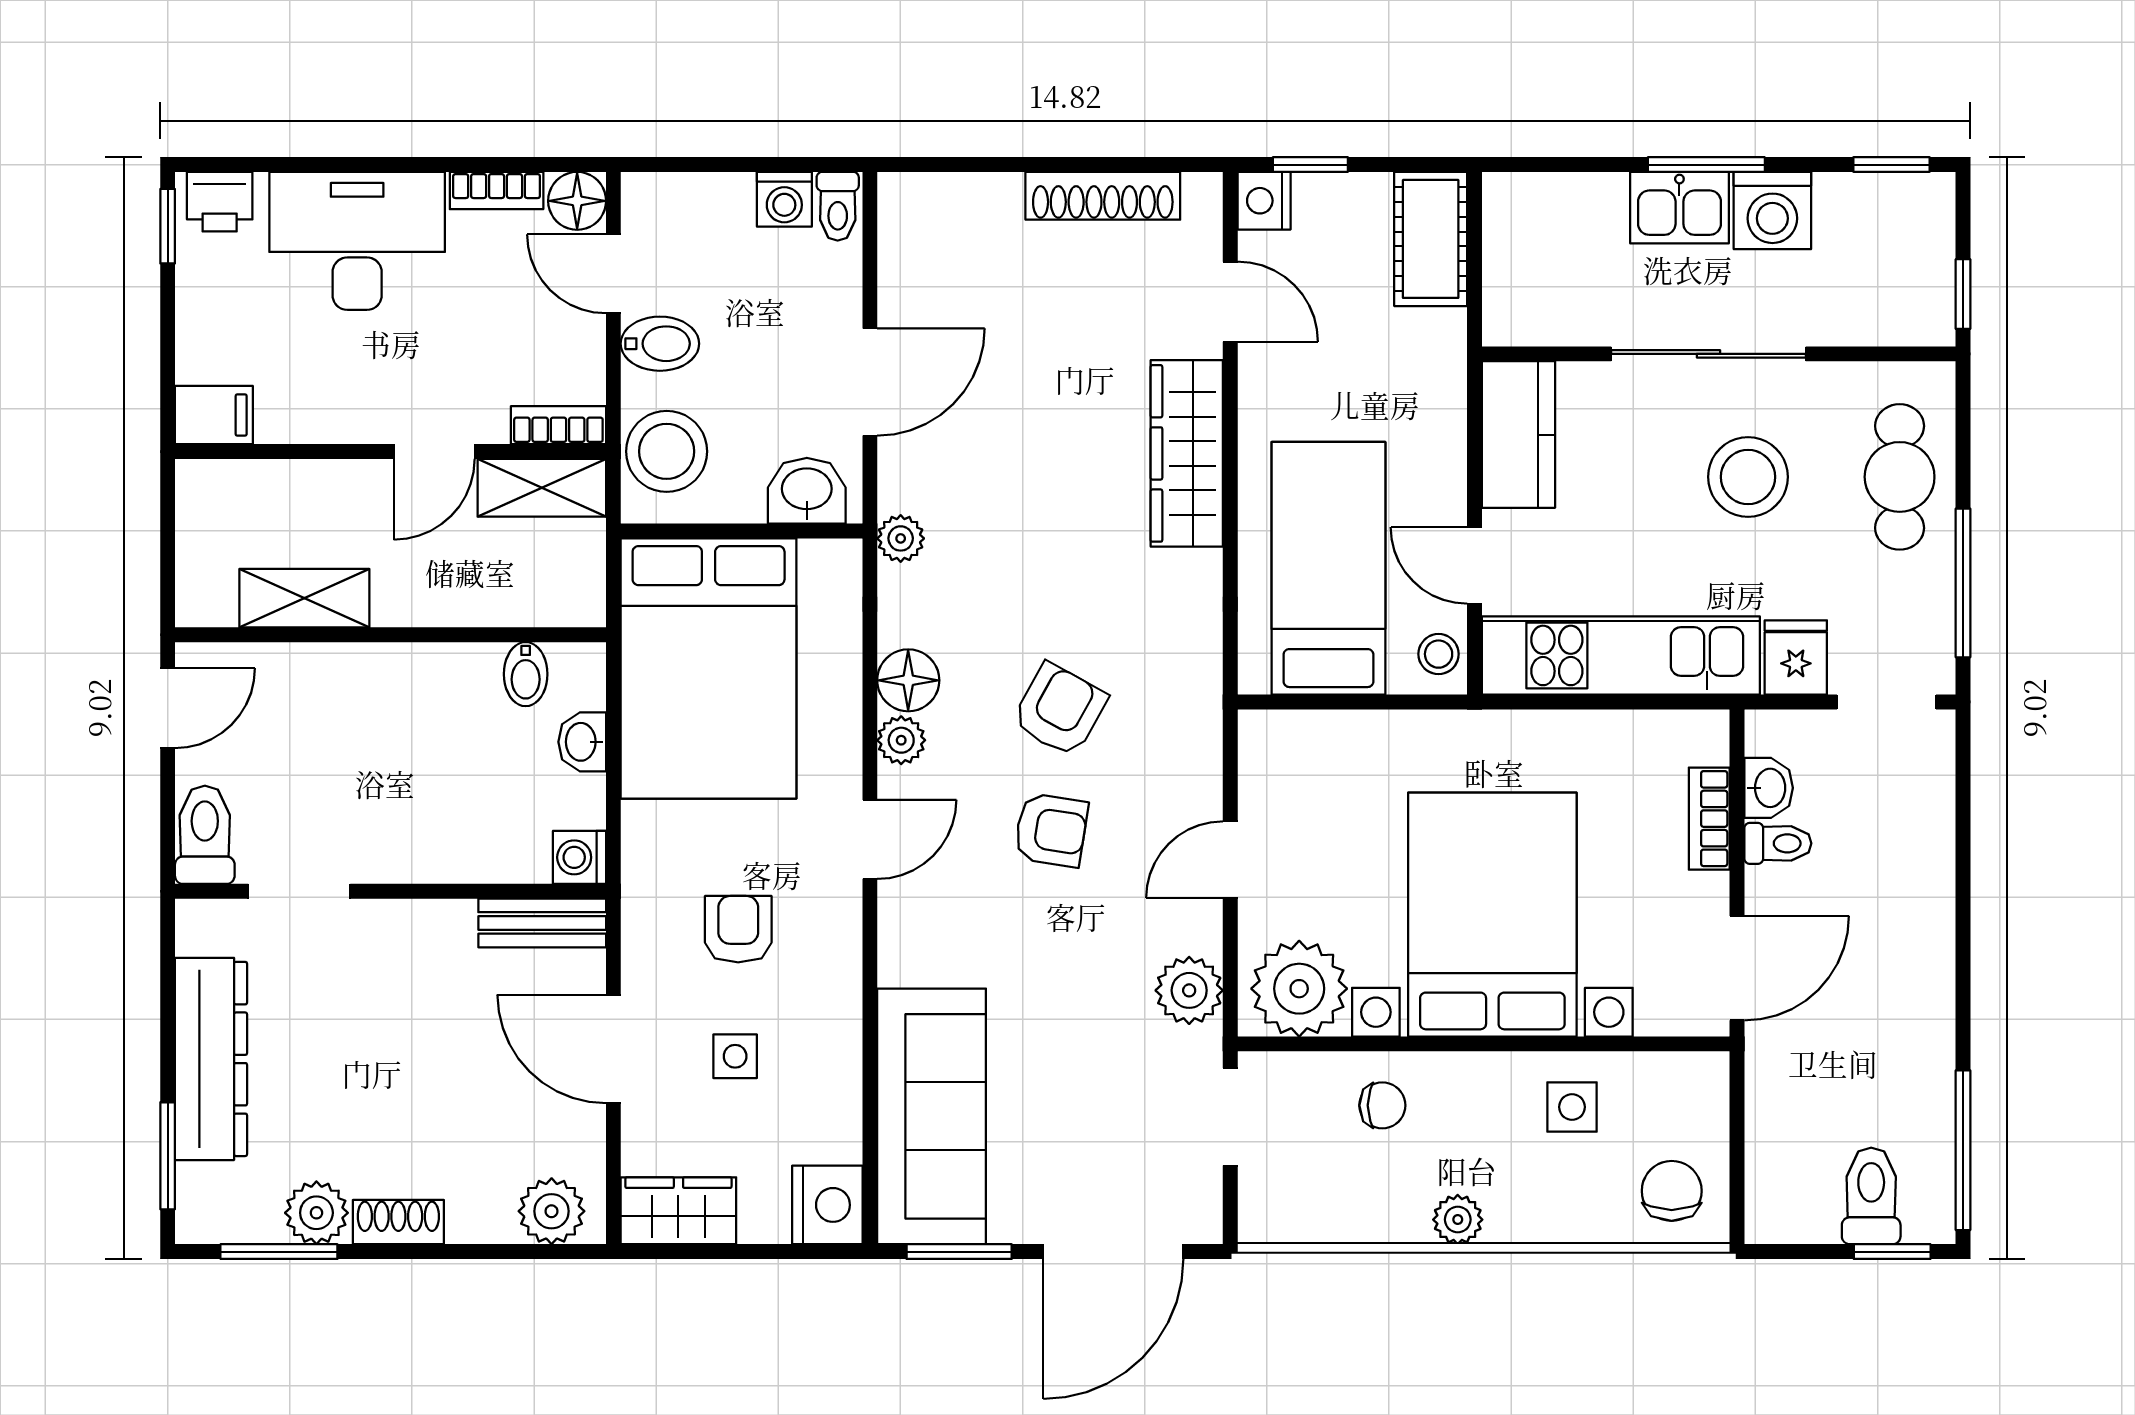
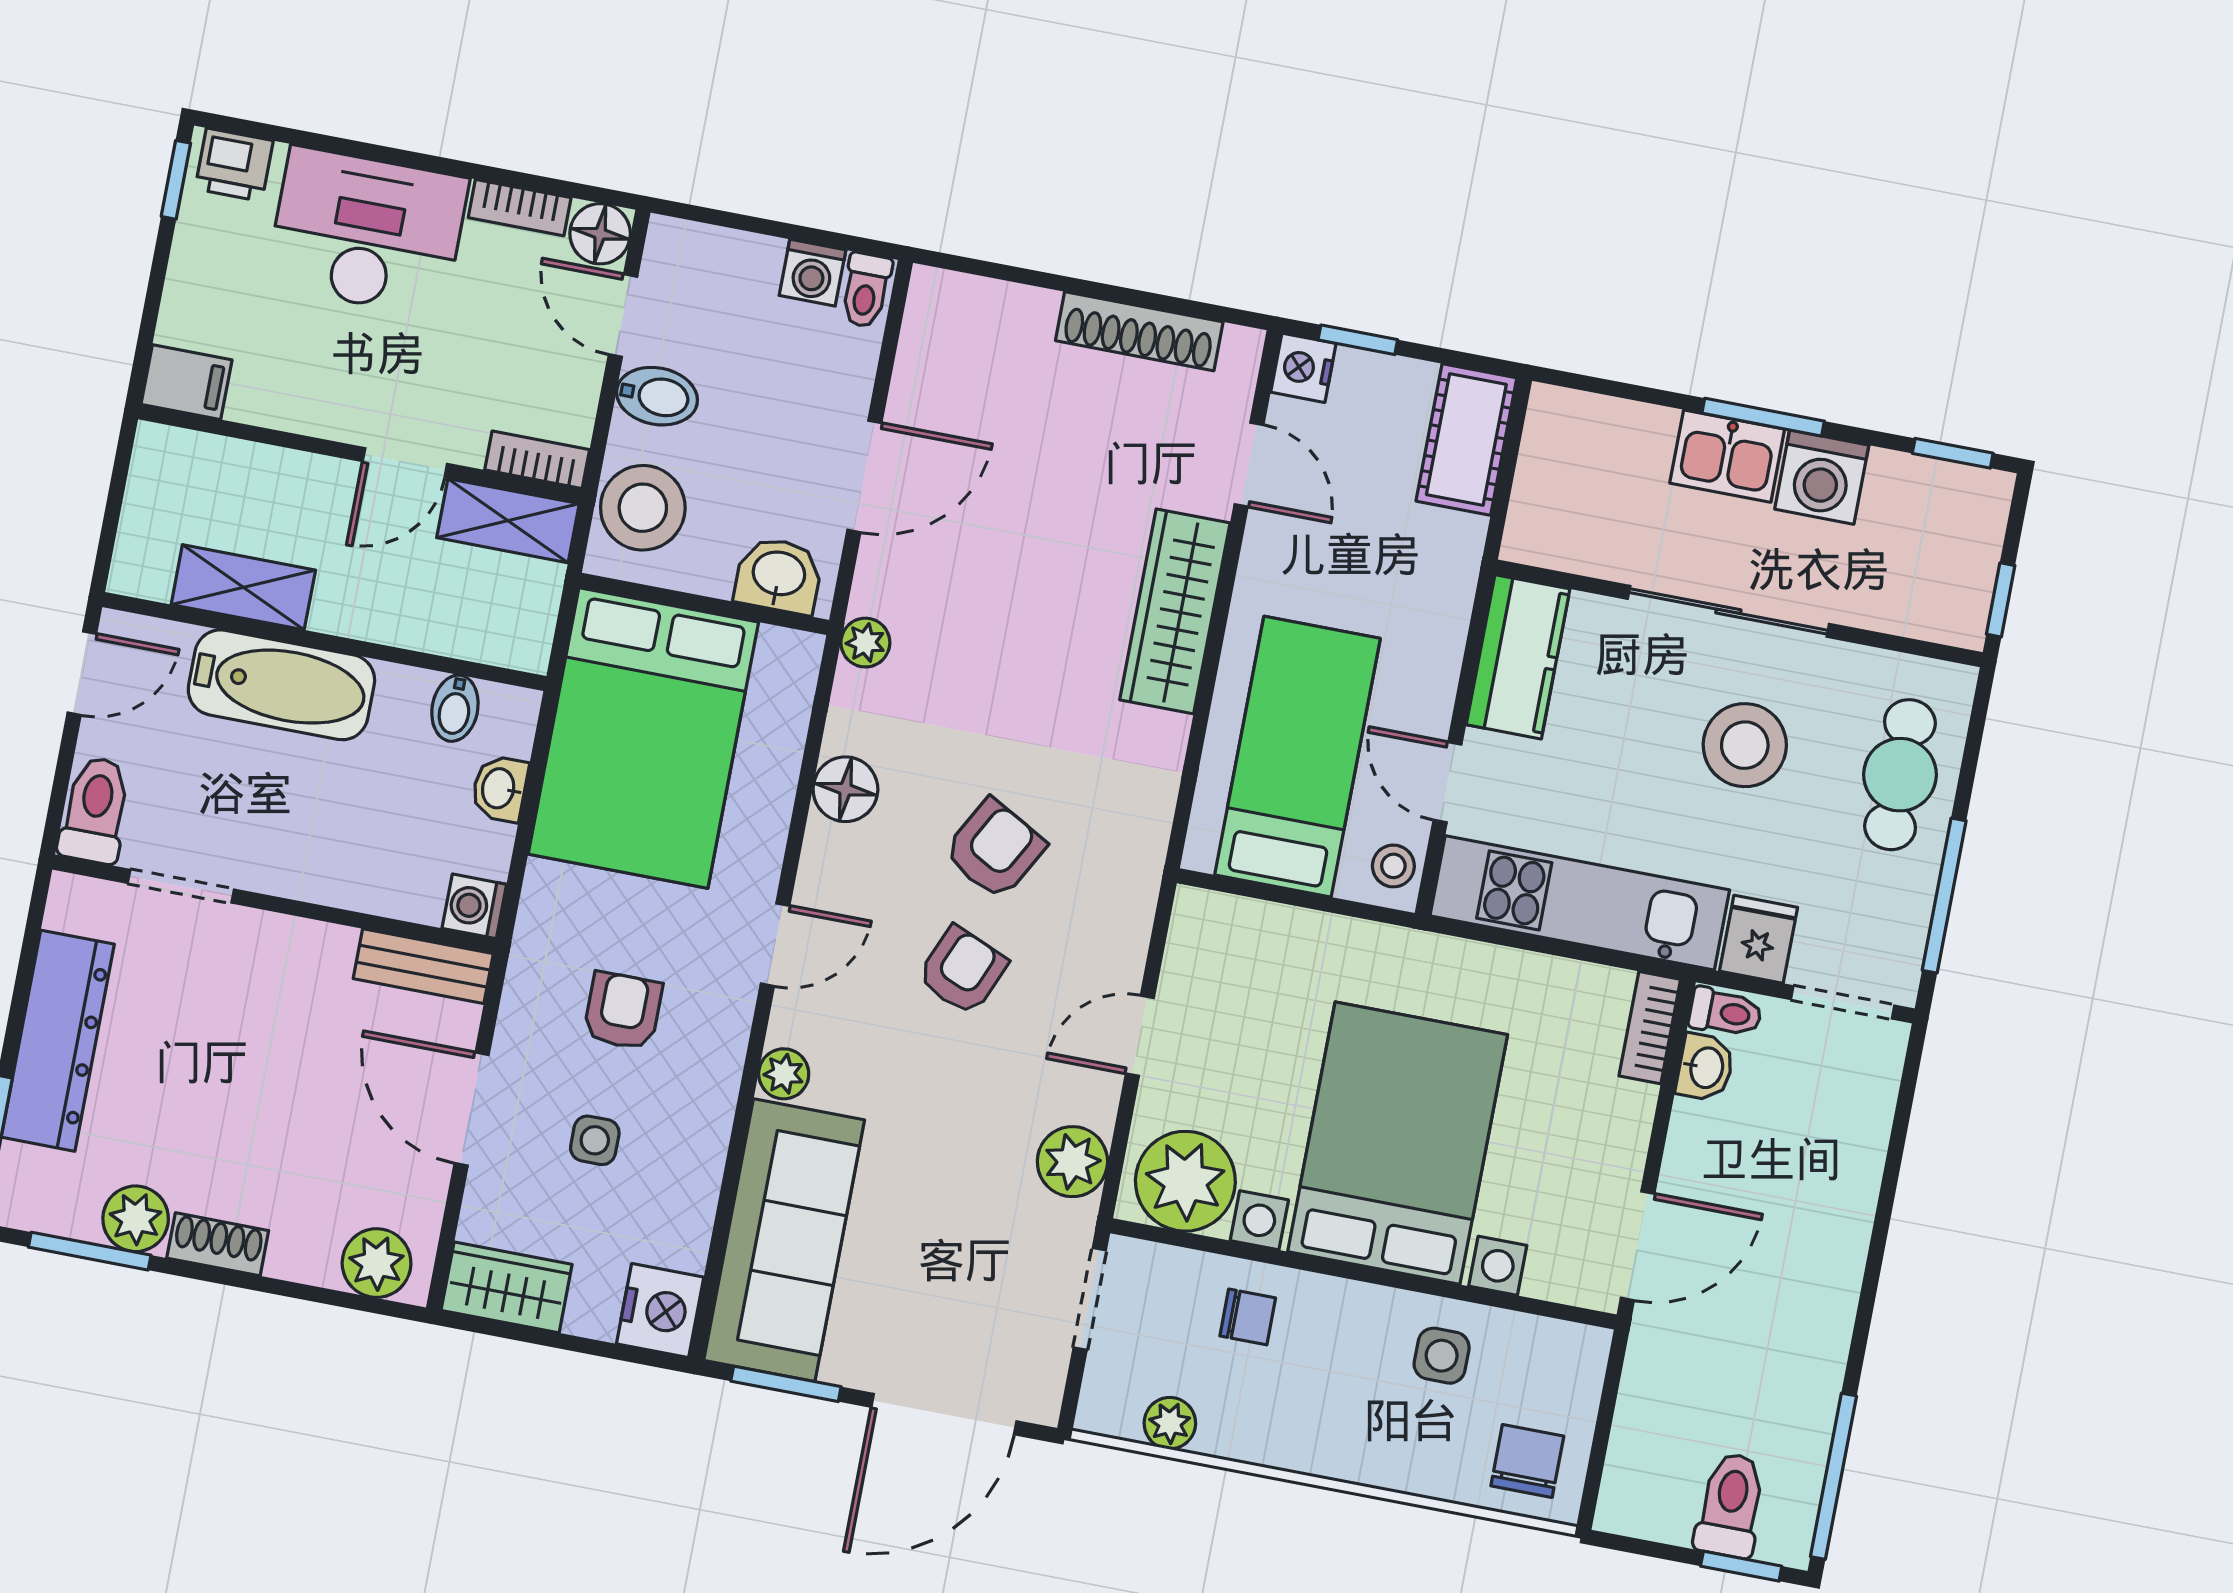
bathtub: (358, 683) -> (281, 685), added
plant: (901, 740) -> (784, 1074), moved
bookcase: (1709, 819) -> (1650, 1028), moved
armchair: (1051, 830) -> (962, 970), turned -76
toilet: (1778, 843) -> (1725, 1012), moved
plant: (1458, 1220) -> (1170, 1423), moved

